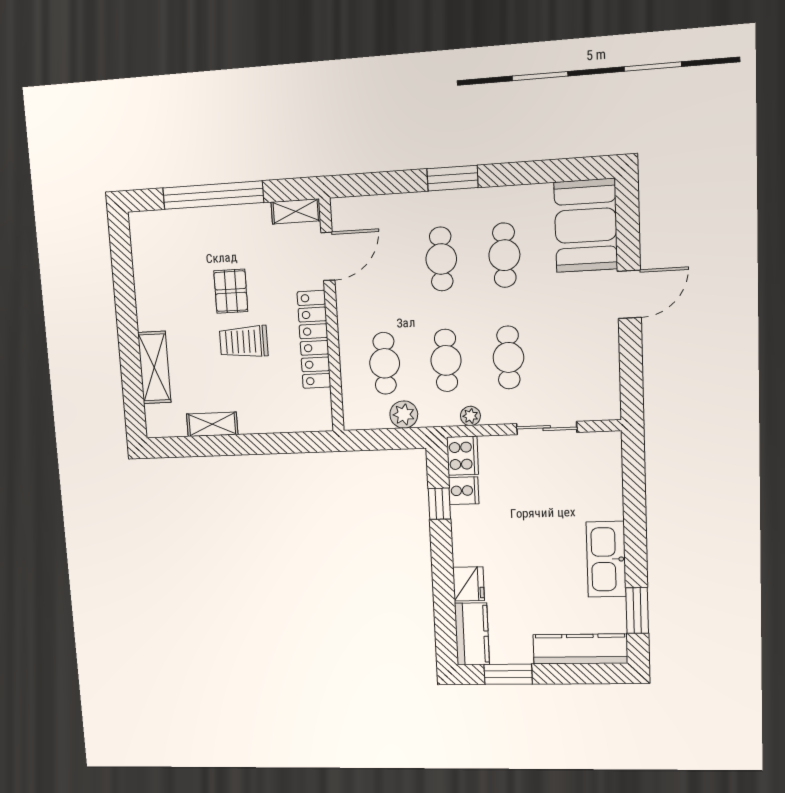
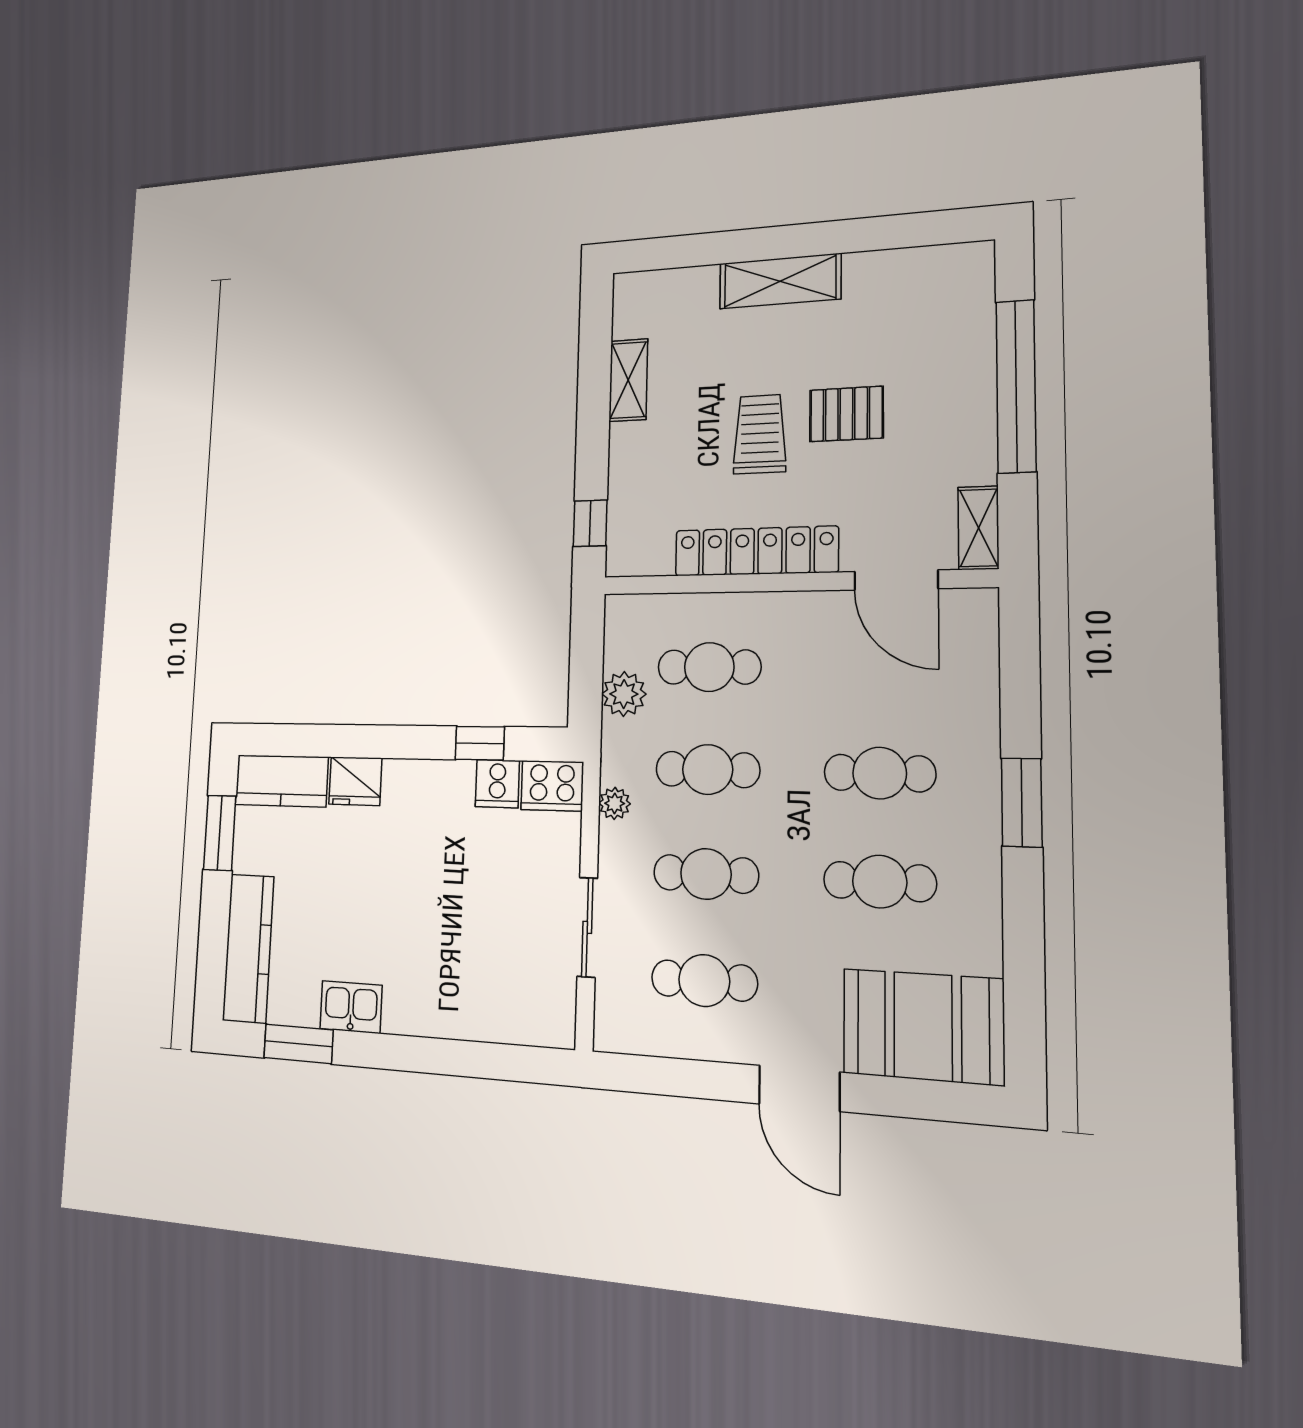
cafe table: (572, 354) -> (704, 981), added
shelving: (154, 367) -> (780, 281), moved
window: (301, 442) -> (590, 523), added
kitchen sink: (606, 559) -> (351, 1007), width x0.53, depth x0.81

